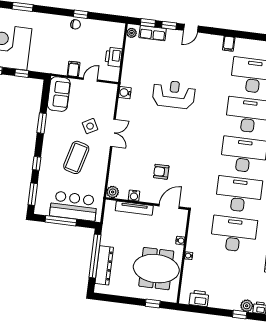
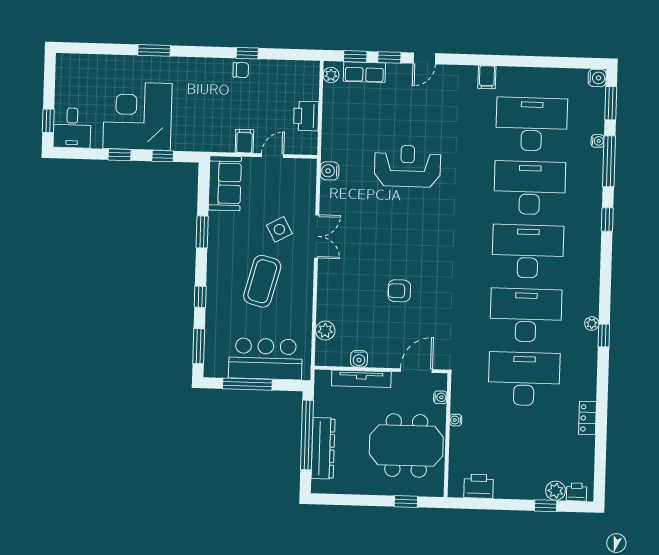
water cooler: (134, 196) -> (359, 359), moved
wall: (147, 204) -> (381, 370), moved
door: (169, 206) -> (416, 371), moved
tv unit: (134, 208) -> (361, 379), moved

